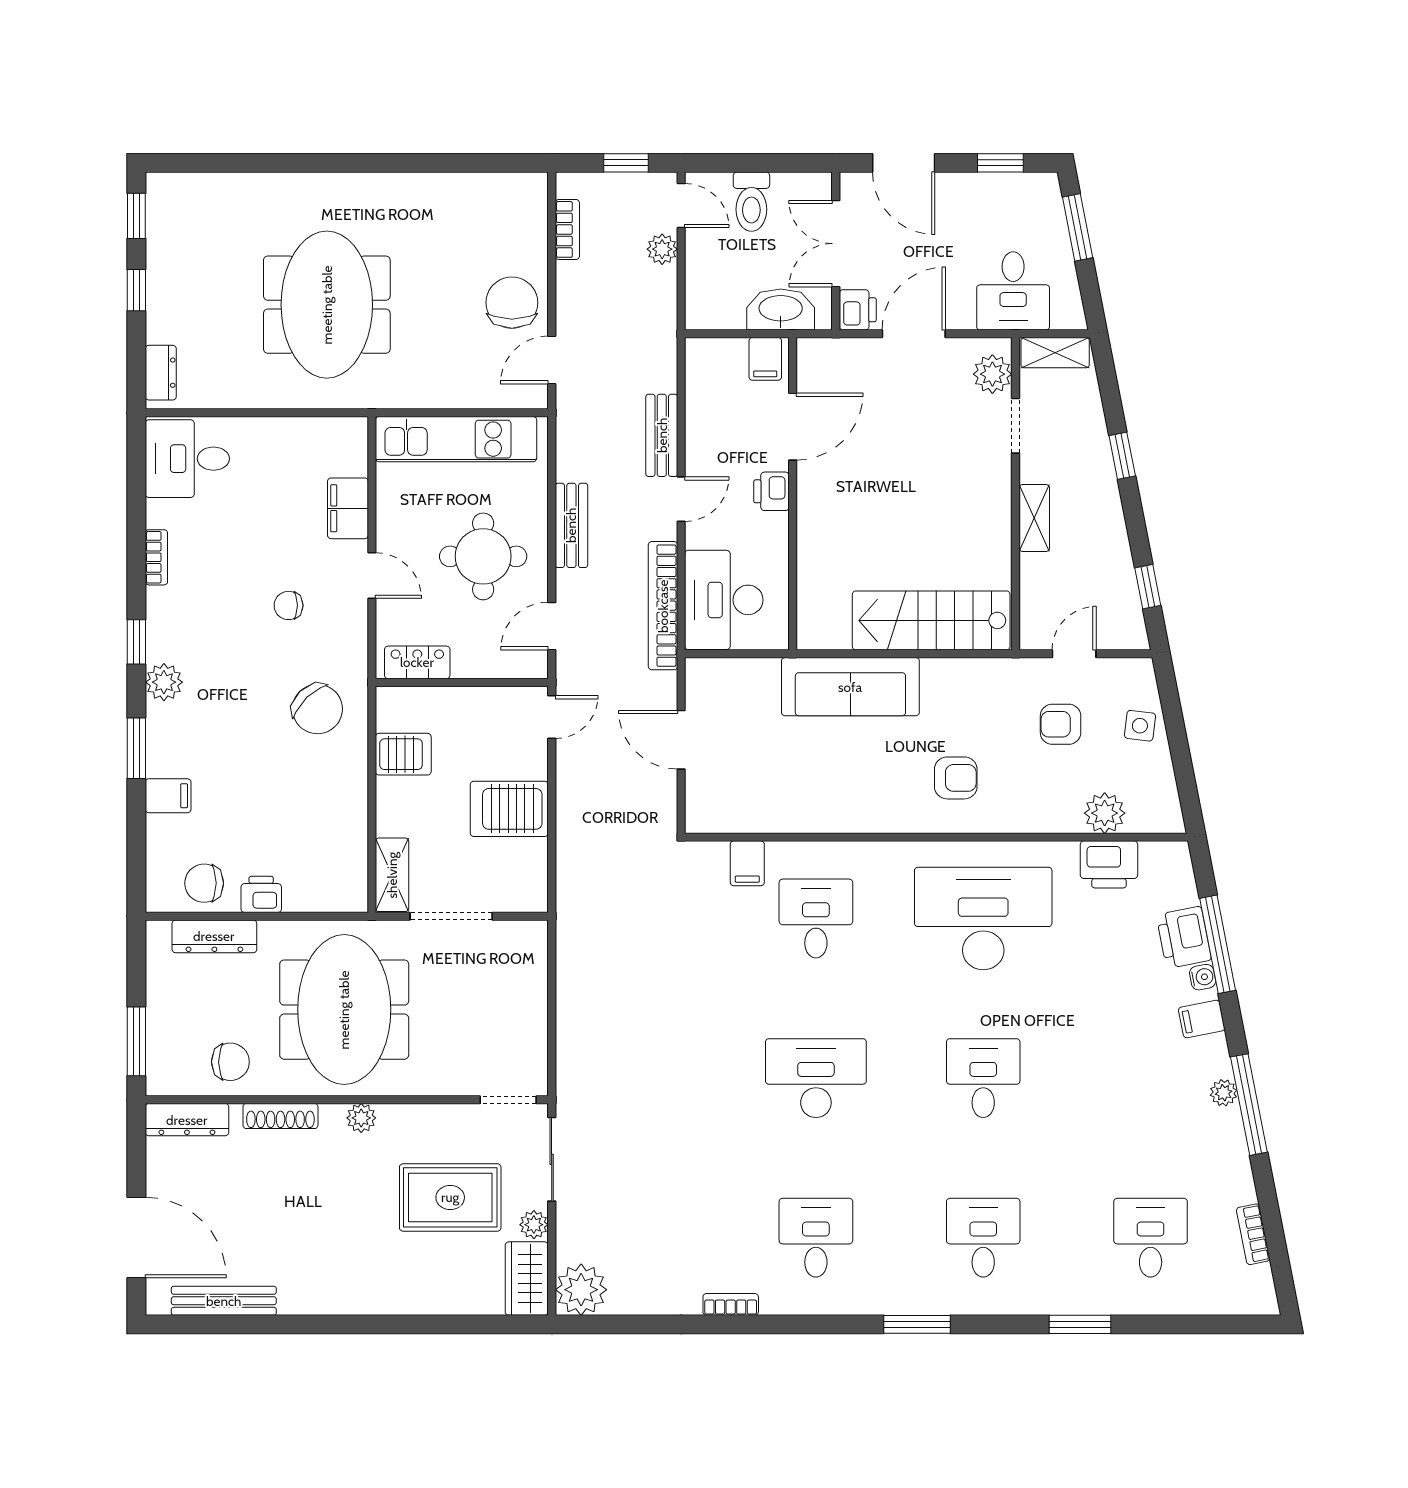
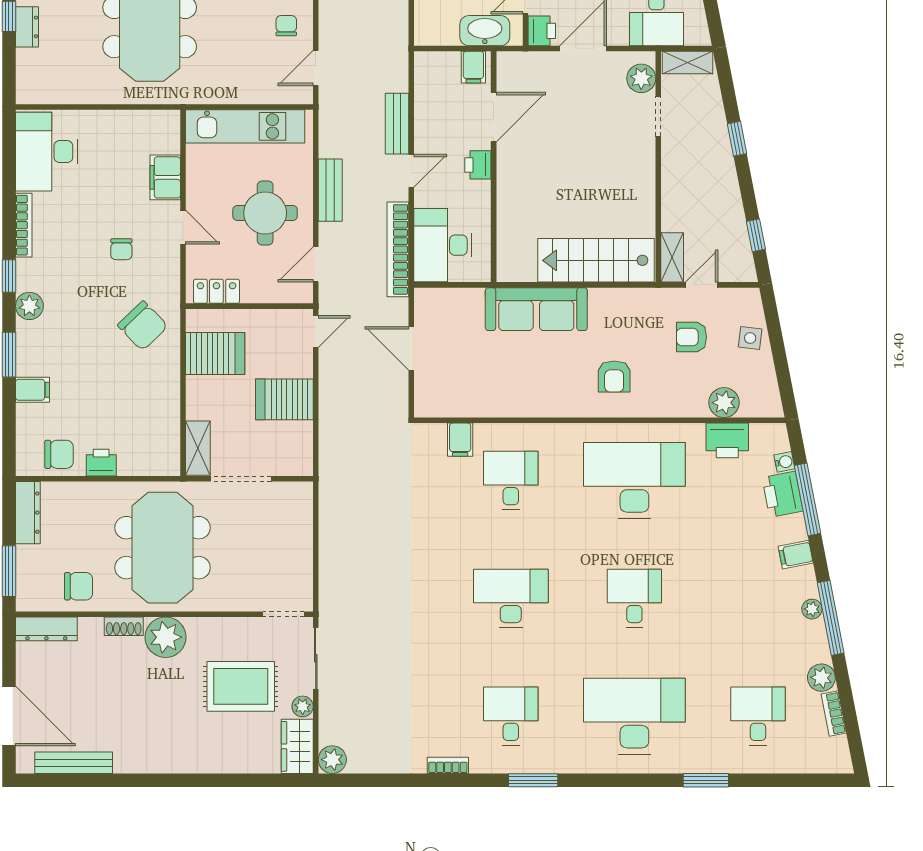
chair: (512, 303) -> (286, 26), width x0.54, depth x0.54
dresser: (161, 373) -> (27, 27), moved
desk: (187, 459) -> (47, 152), width x1.37
shelving: (1034, 518) -> (672, 257), moved
bookcase: (156, 557) -> (24, 225), width x1.56
chair: (289, 605) -> (121, 249), turned -90
server rack: (403, 754) -> (215, 353), width x1.36, depth x1.44
armchair: (956, 778) -> (614, 377), turned 90
chair: (204, 883) -> (59, 454), turned 180
dresser: (214, 936) -> (28, 513), moved, turned -90
water cooler: (1203, 977) -> (784, 462), moved
shoe rack: (280, 1116) -> (124, 626), width x0.70
plant: (361, 1118) -> (166, 637), width x1.87, depth x1.87
plant: (1236, 1186) -> (821, 678), added
desk: (983, 1238) -> (634, 716), width x1.87, depth x1.30
plant: (581, 1290) -> (332, 760), width x0.73, depth x0.73
window: (917, 1324) -> (533, 780), moved

